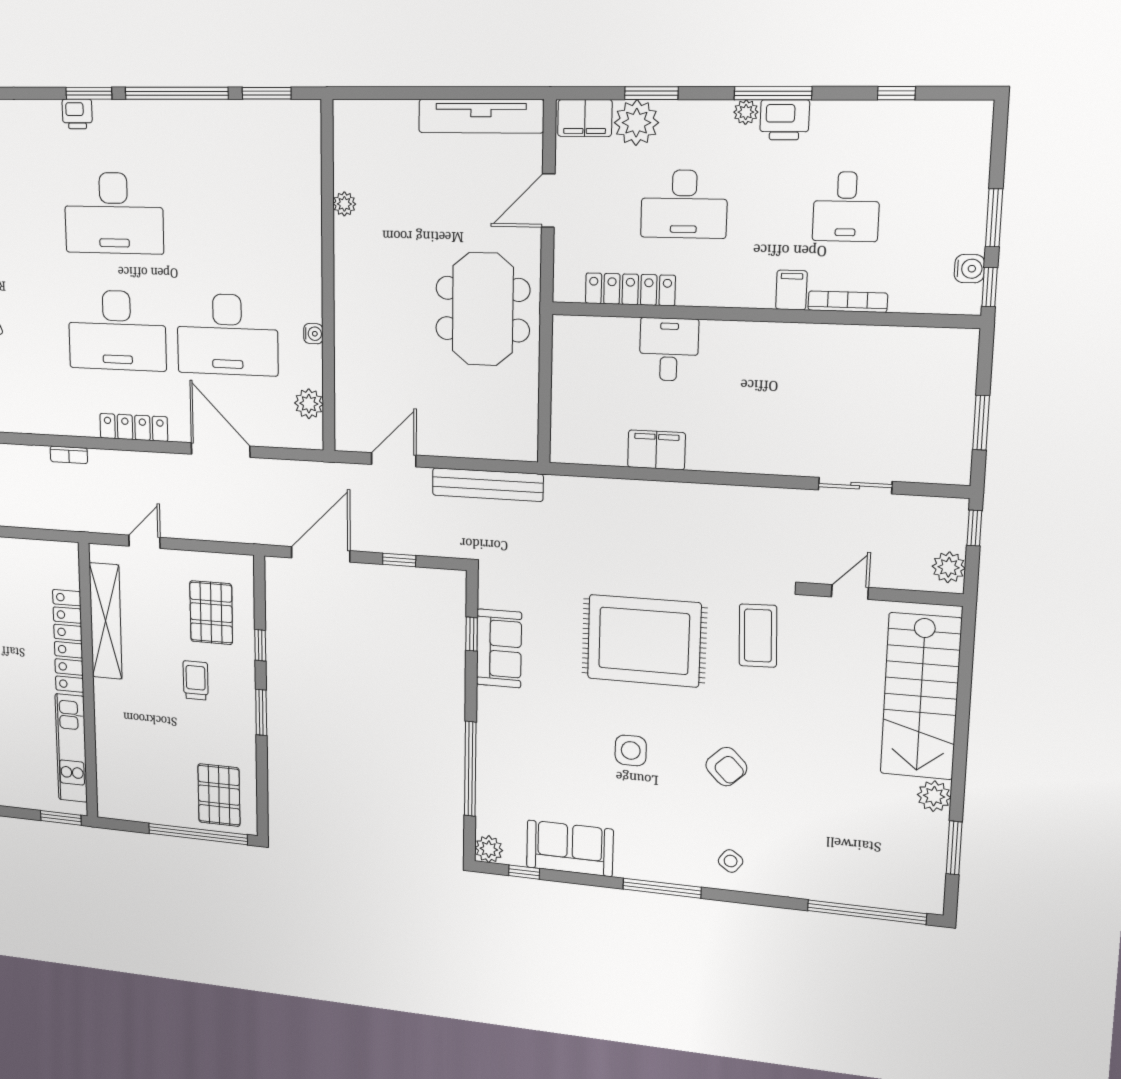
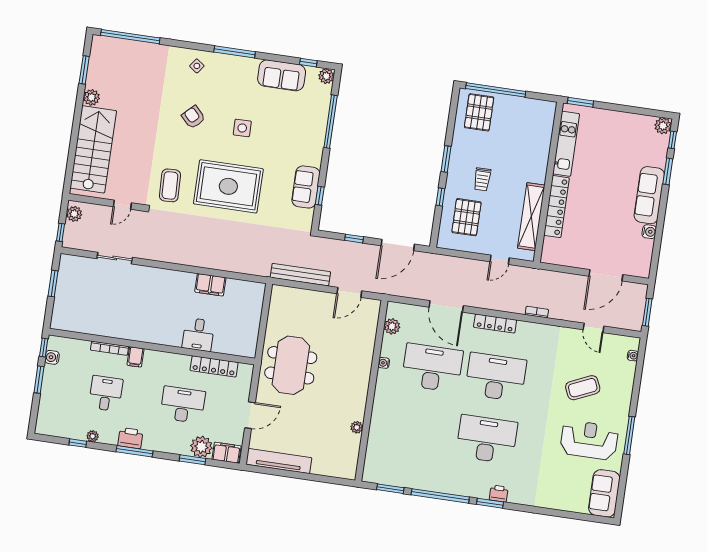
plant: (746, 112) -> (93, 436), moved

